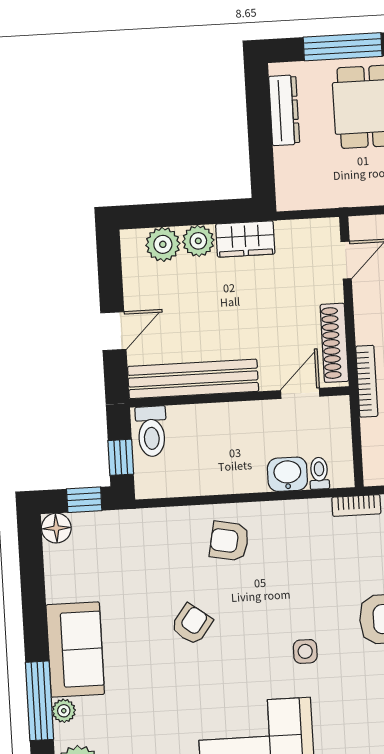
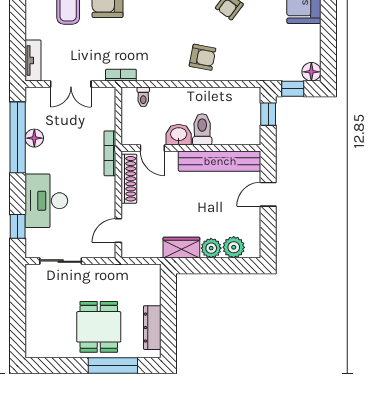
door: (300, 393) -> (152, 148), hinge flipped
toilet: (151, 431) -> (202, 129), moved
washbasin: (287, 474) -> (179, 135), moved, turned 180

